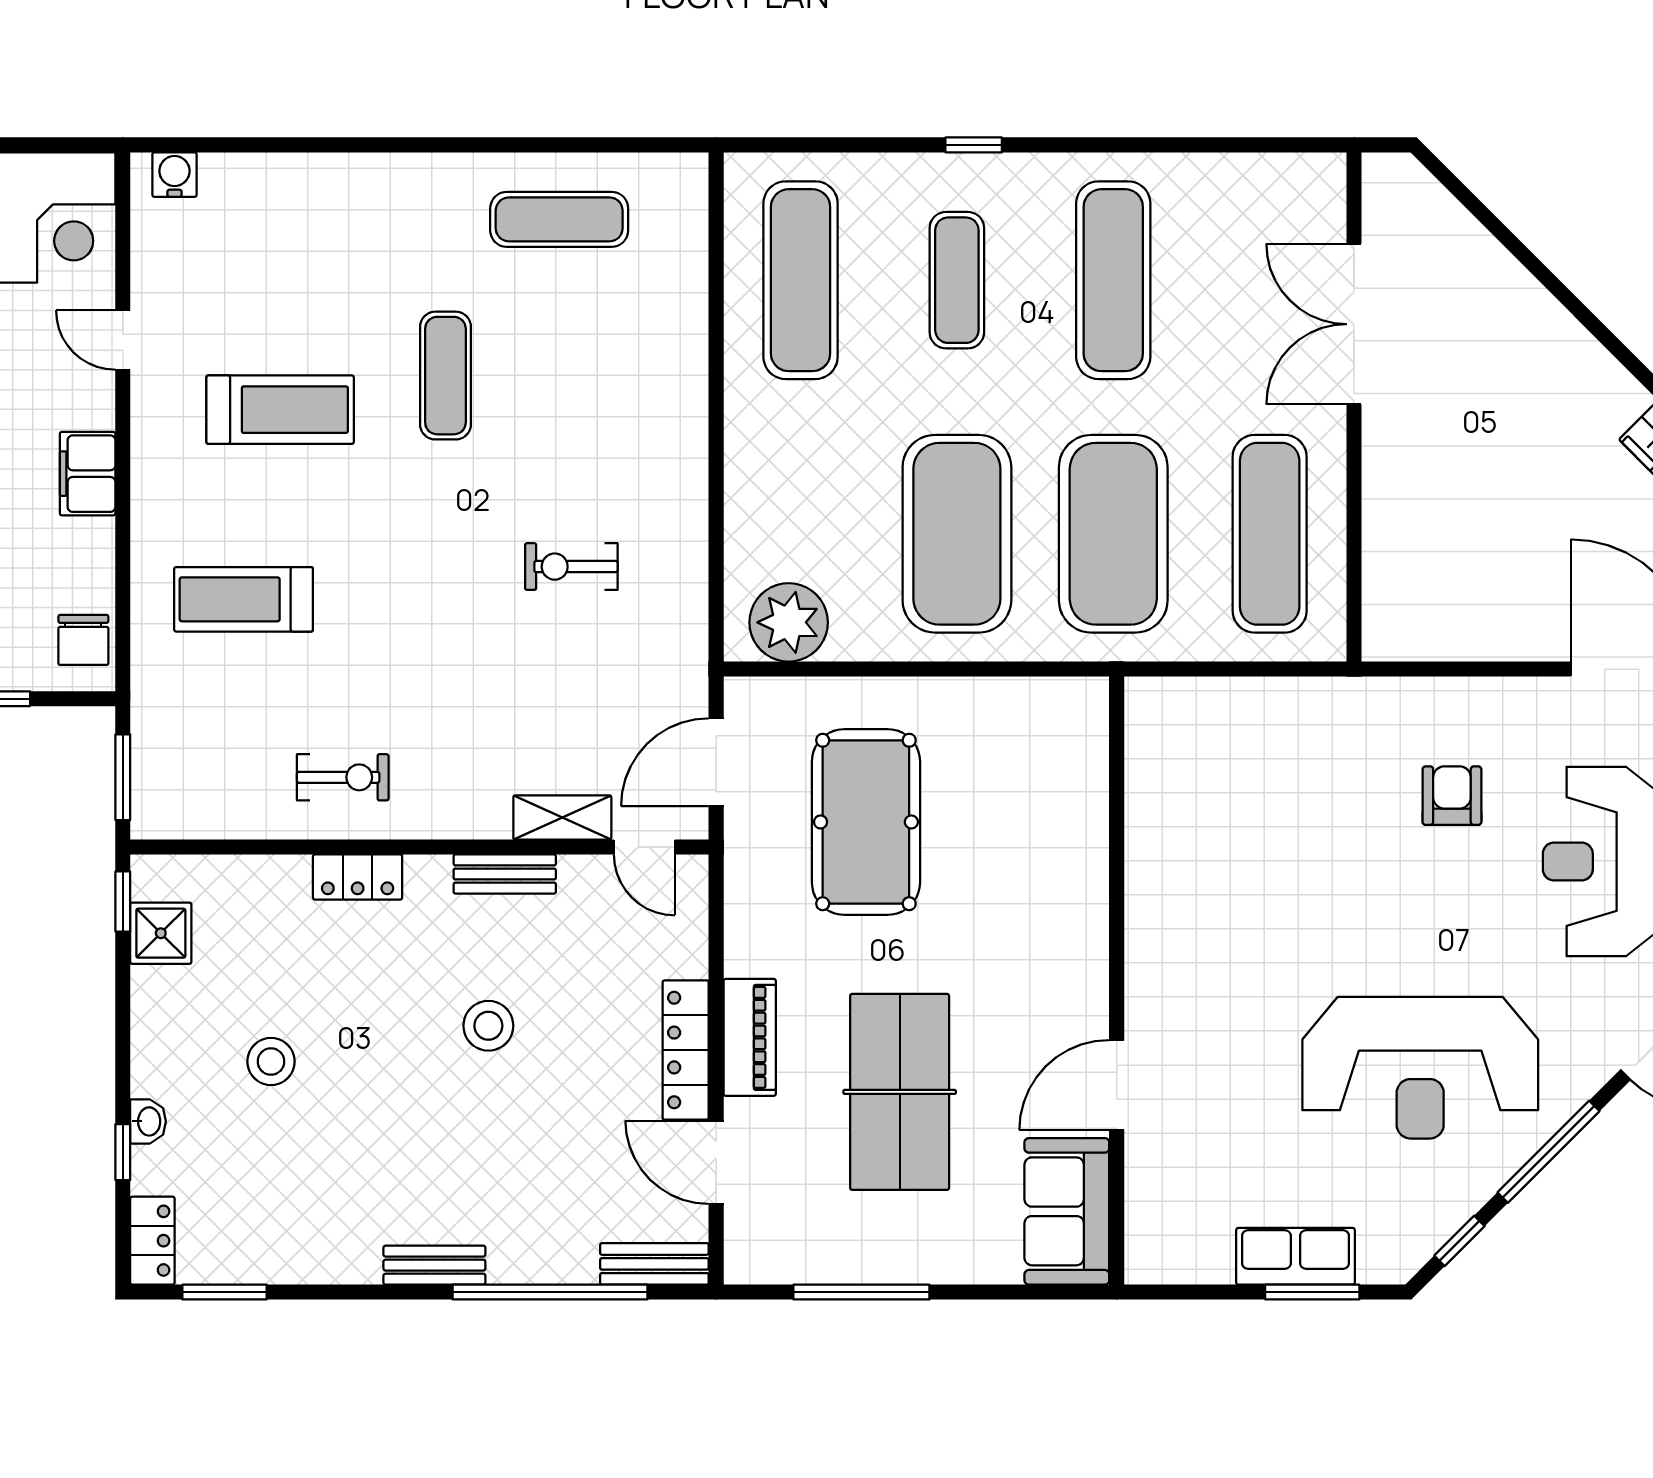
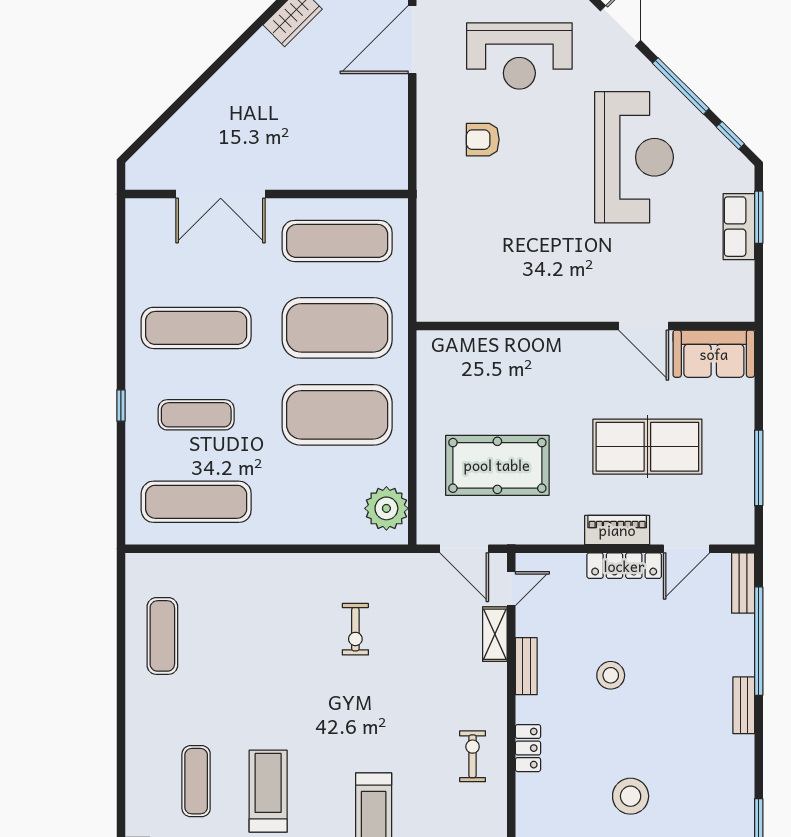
exercise mat: (445, 376) -> (196, 781), moved, turned 90
stool: (271, 1061) -> (631, 796), width x1.38, depth x1.38

